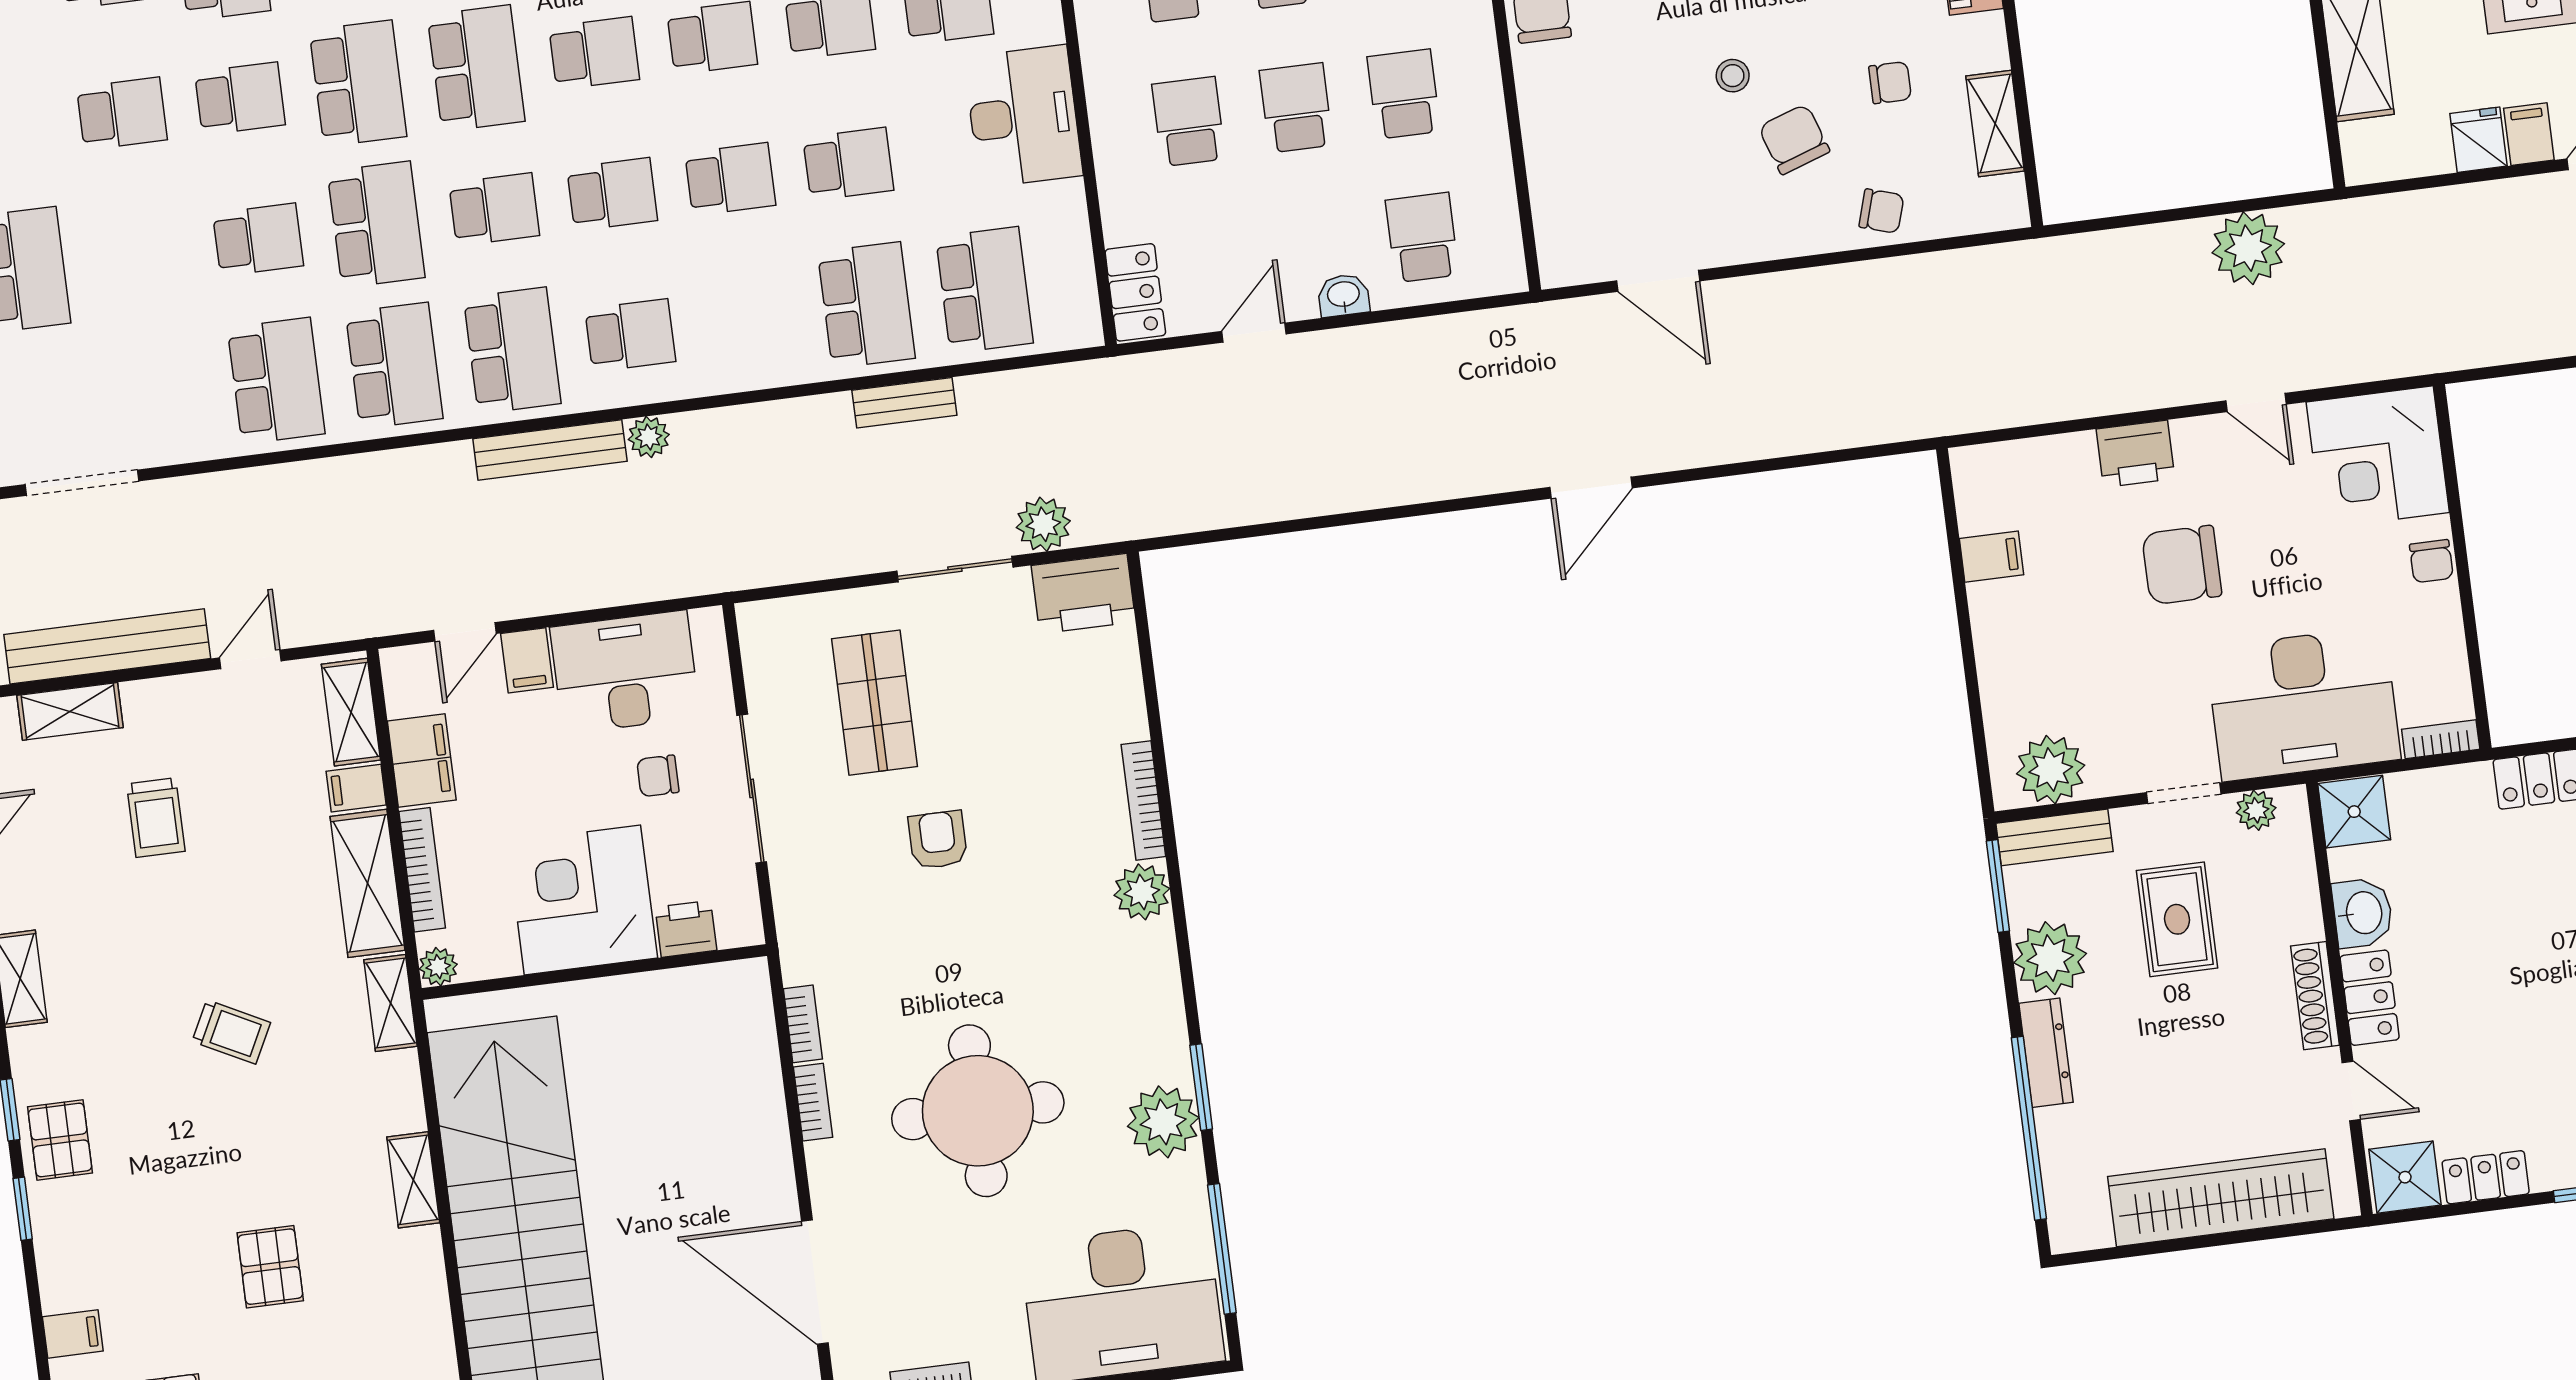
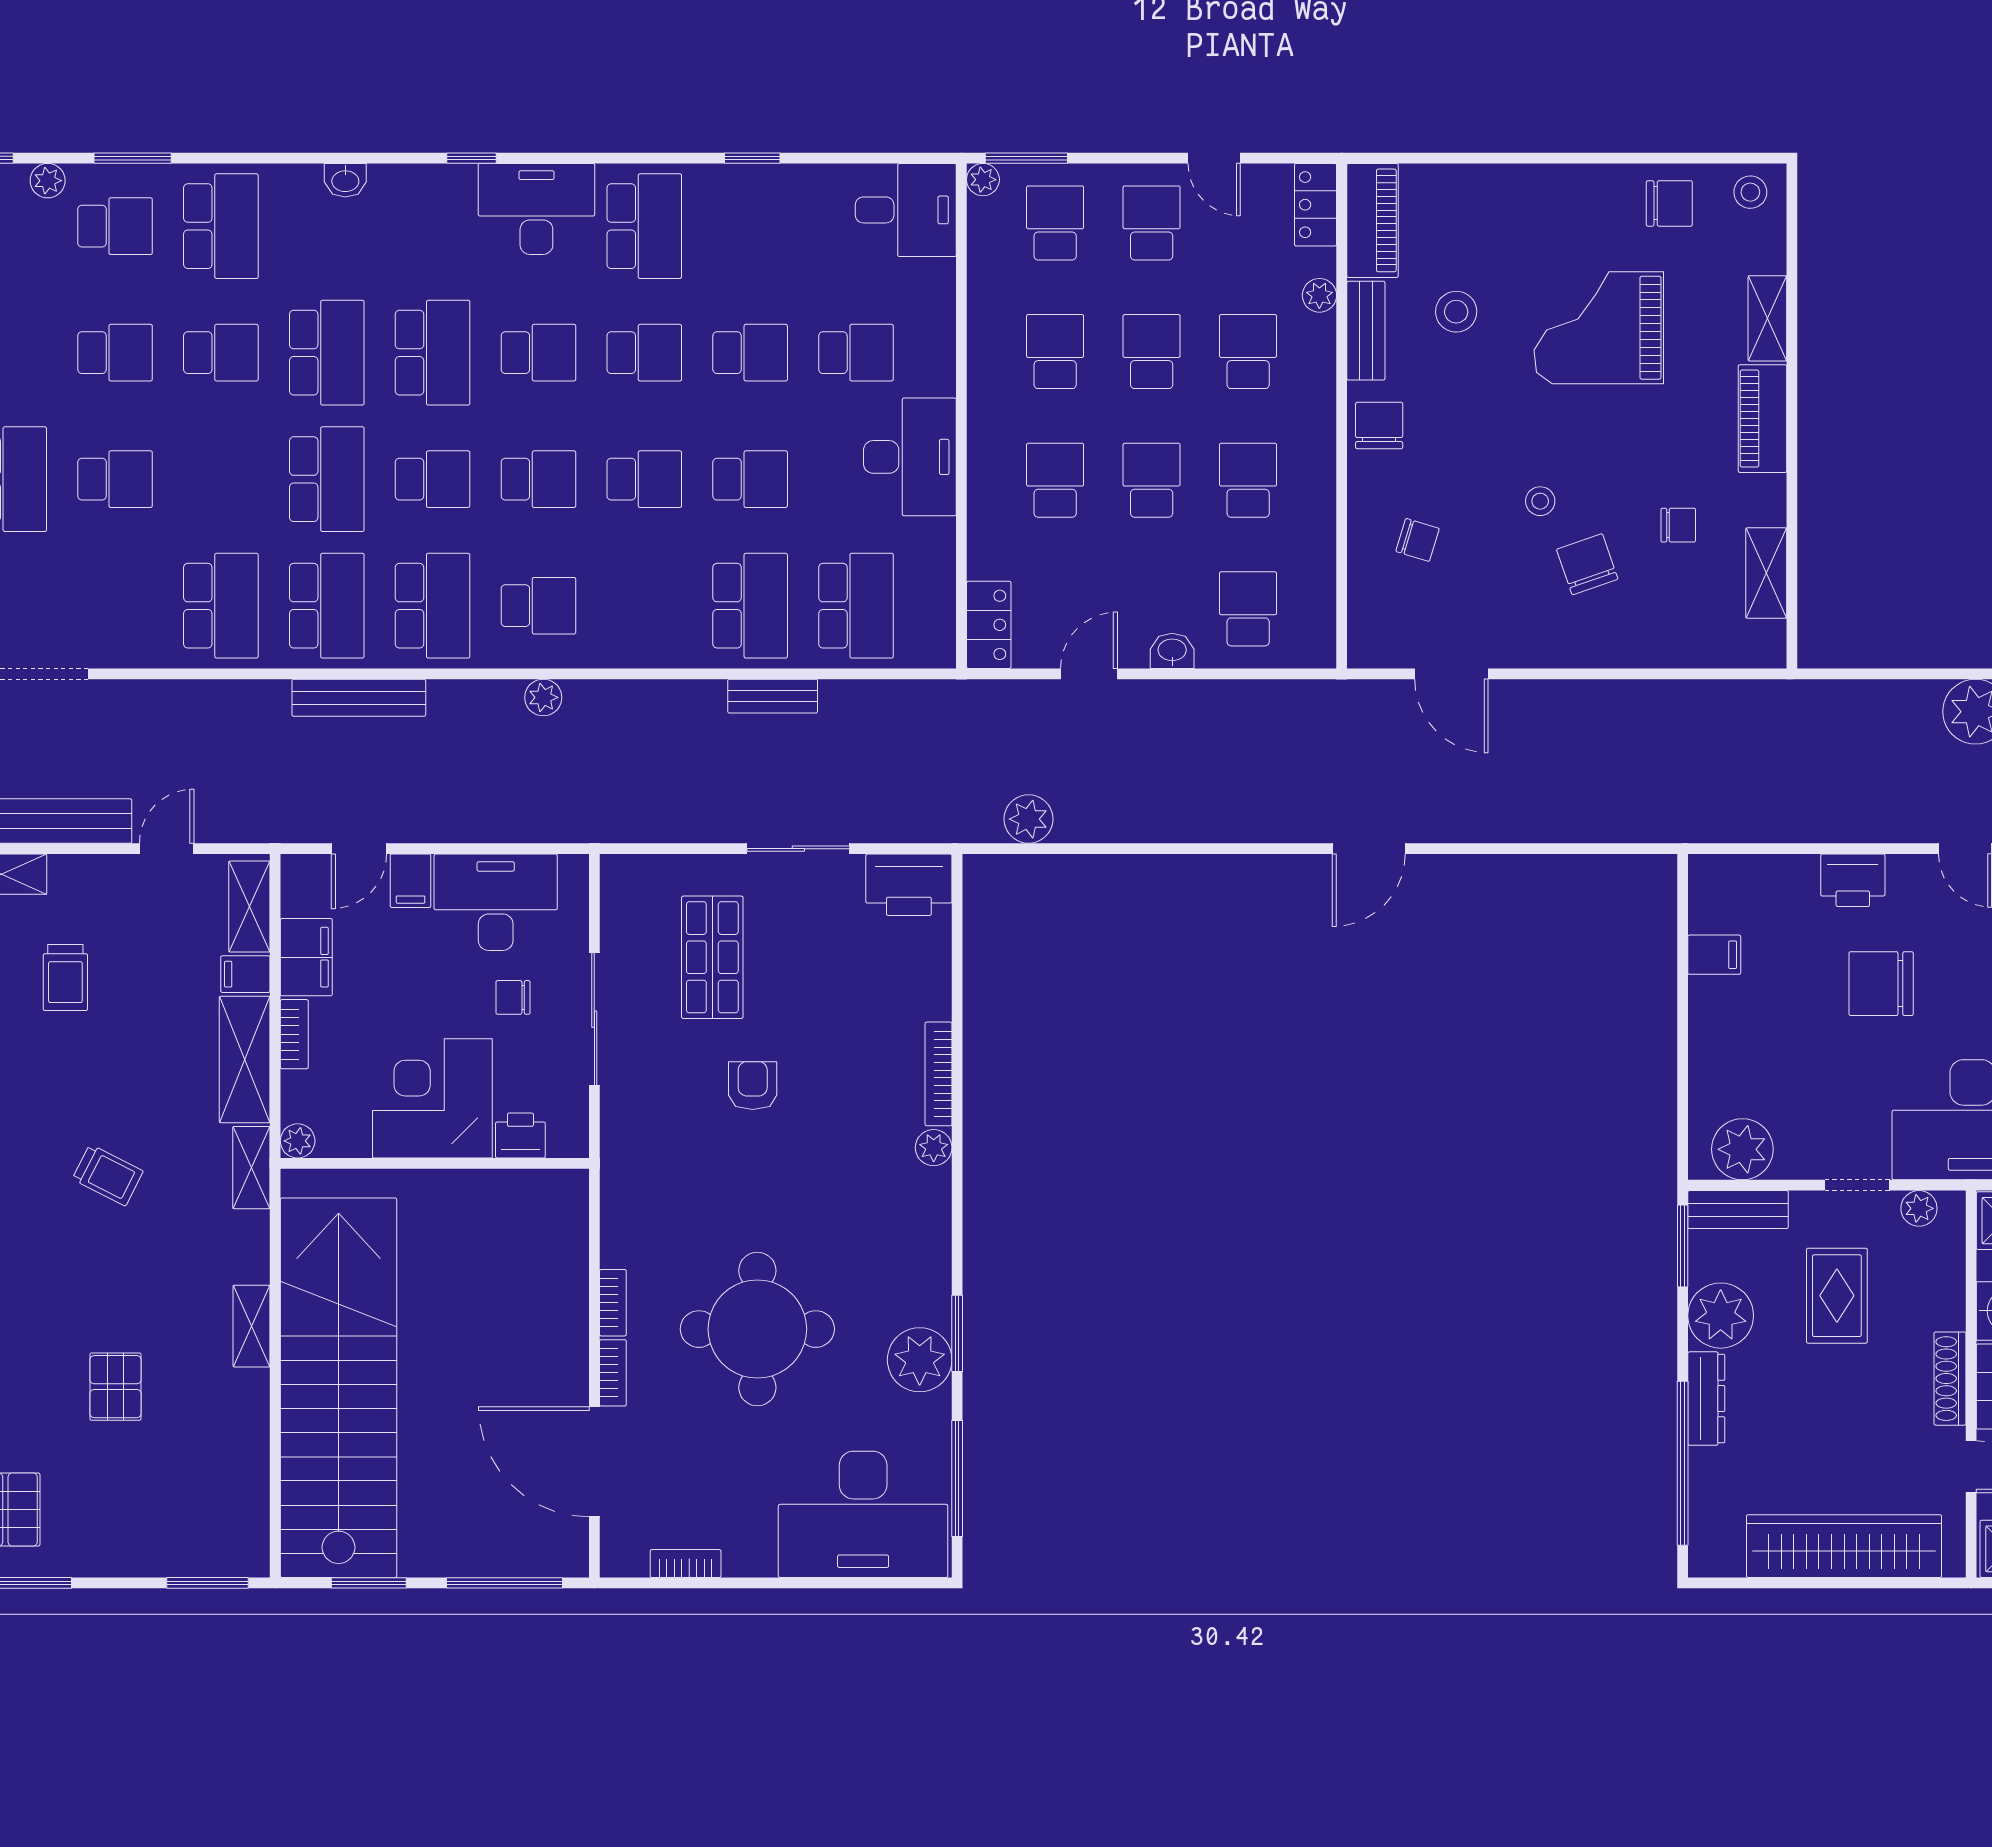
chair: (1881, 211) -> (1418, 540), moved
school desk: (258, 240) -> (115, 479), moved
bench: (550, 450) -> (359, 698), moved
plant: (1043, 524) -> (1029, 819), moved
bookcase: (422, 870) -> (294, 1034), width x0.64
plant: (1142, 892) -> (934, 1148), width x0.73, depth x0.73
bookcase: (803, 1024) -> (613, 1373), moved

